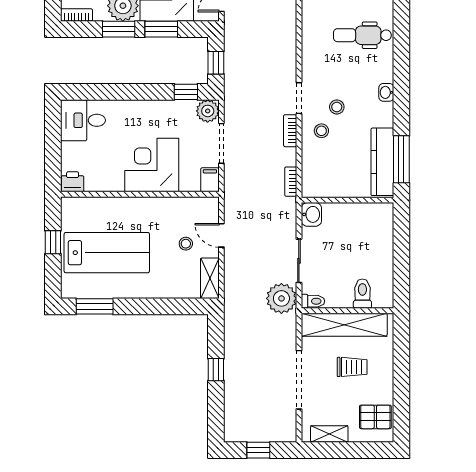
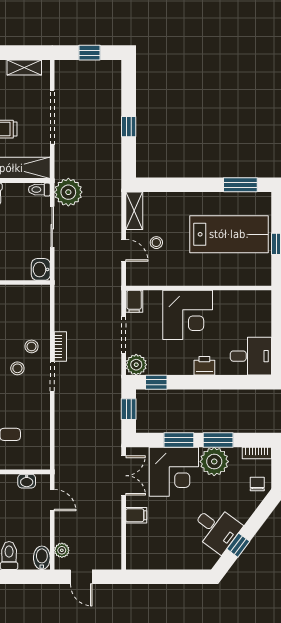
printer: (73, 182) -> (204, 366), moved, turned 180
bookcase: (291, 182) -> (60, 300), removed
lab bench: (107, 253) -> (229, 234), turned 180

